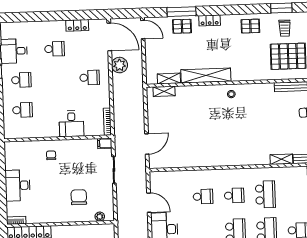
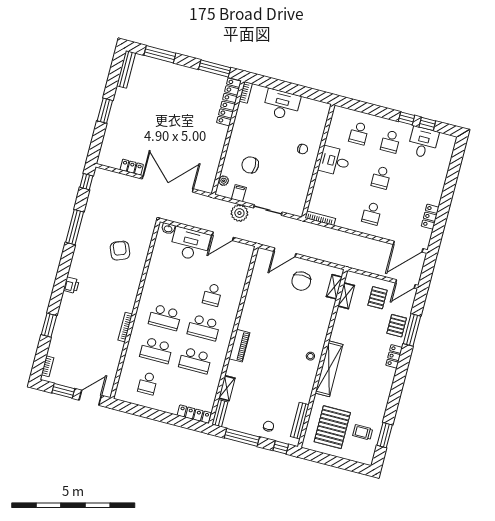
pallet: (250, 26) -> (378, 298), moved
school desk: (54, 49) -> (381, 177), moved
plant: (119, 65) -> (239, 213), moved
shelving: (206, 76) -> (329, 369), moved
chair: (168, 122) -> (301, 281), added
desk: (71, 124) -> (334, 161), moved
filing cabinet: (105, 143) -> (239, 193), moved
door: (147, 144) -> (285, 252), hinge flipped
piano: (241, 159) -> (239, 346), added
school desk: (234, 195) -> (204, 328), width x1.85
chair: (79, 197) -> (250, 165), turned 180

